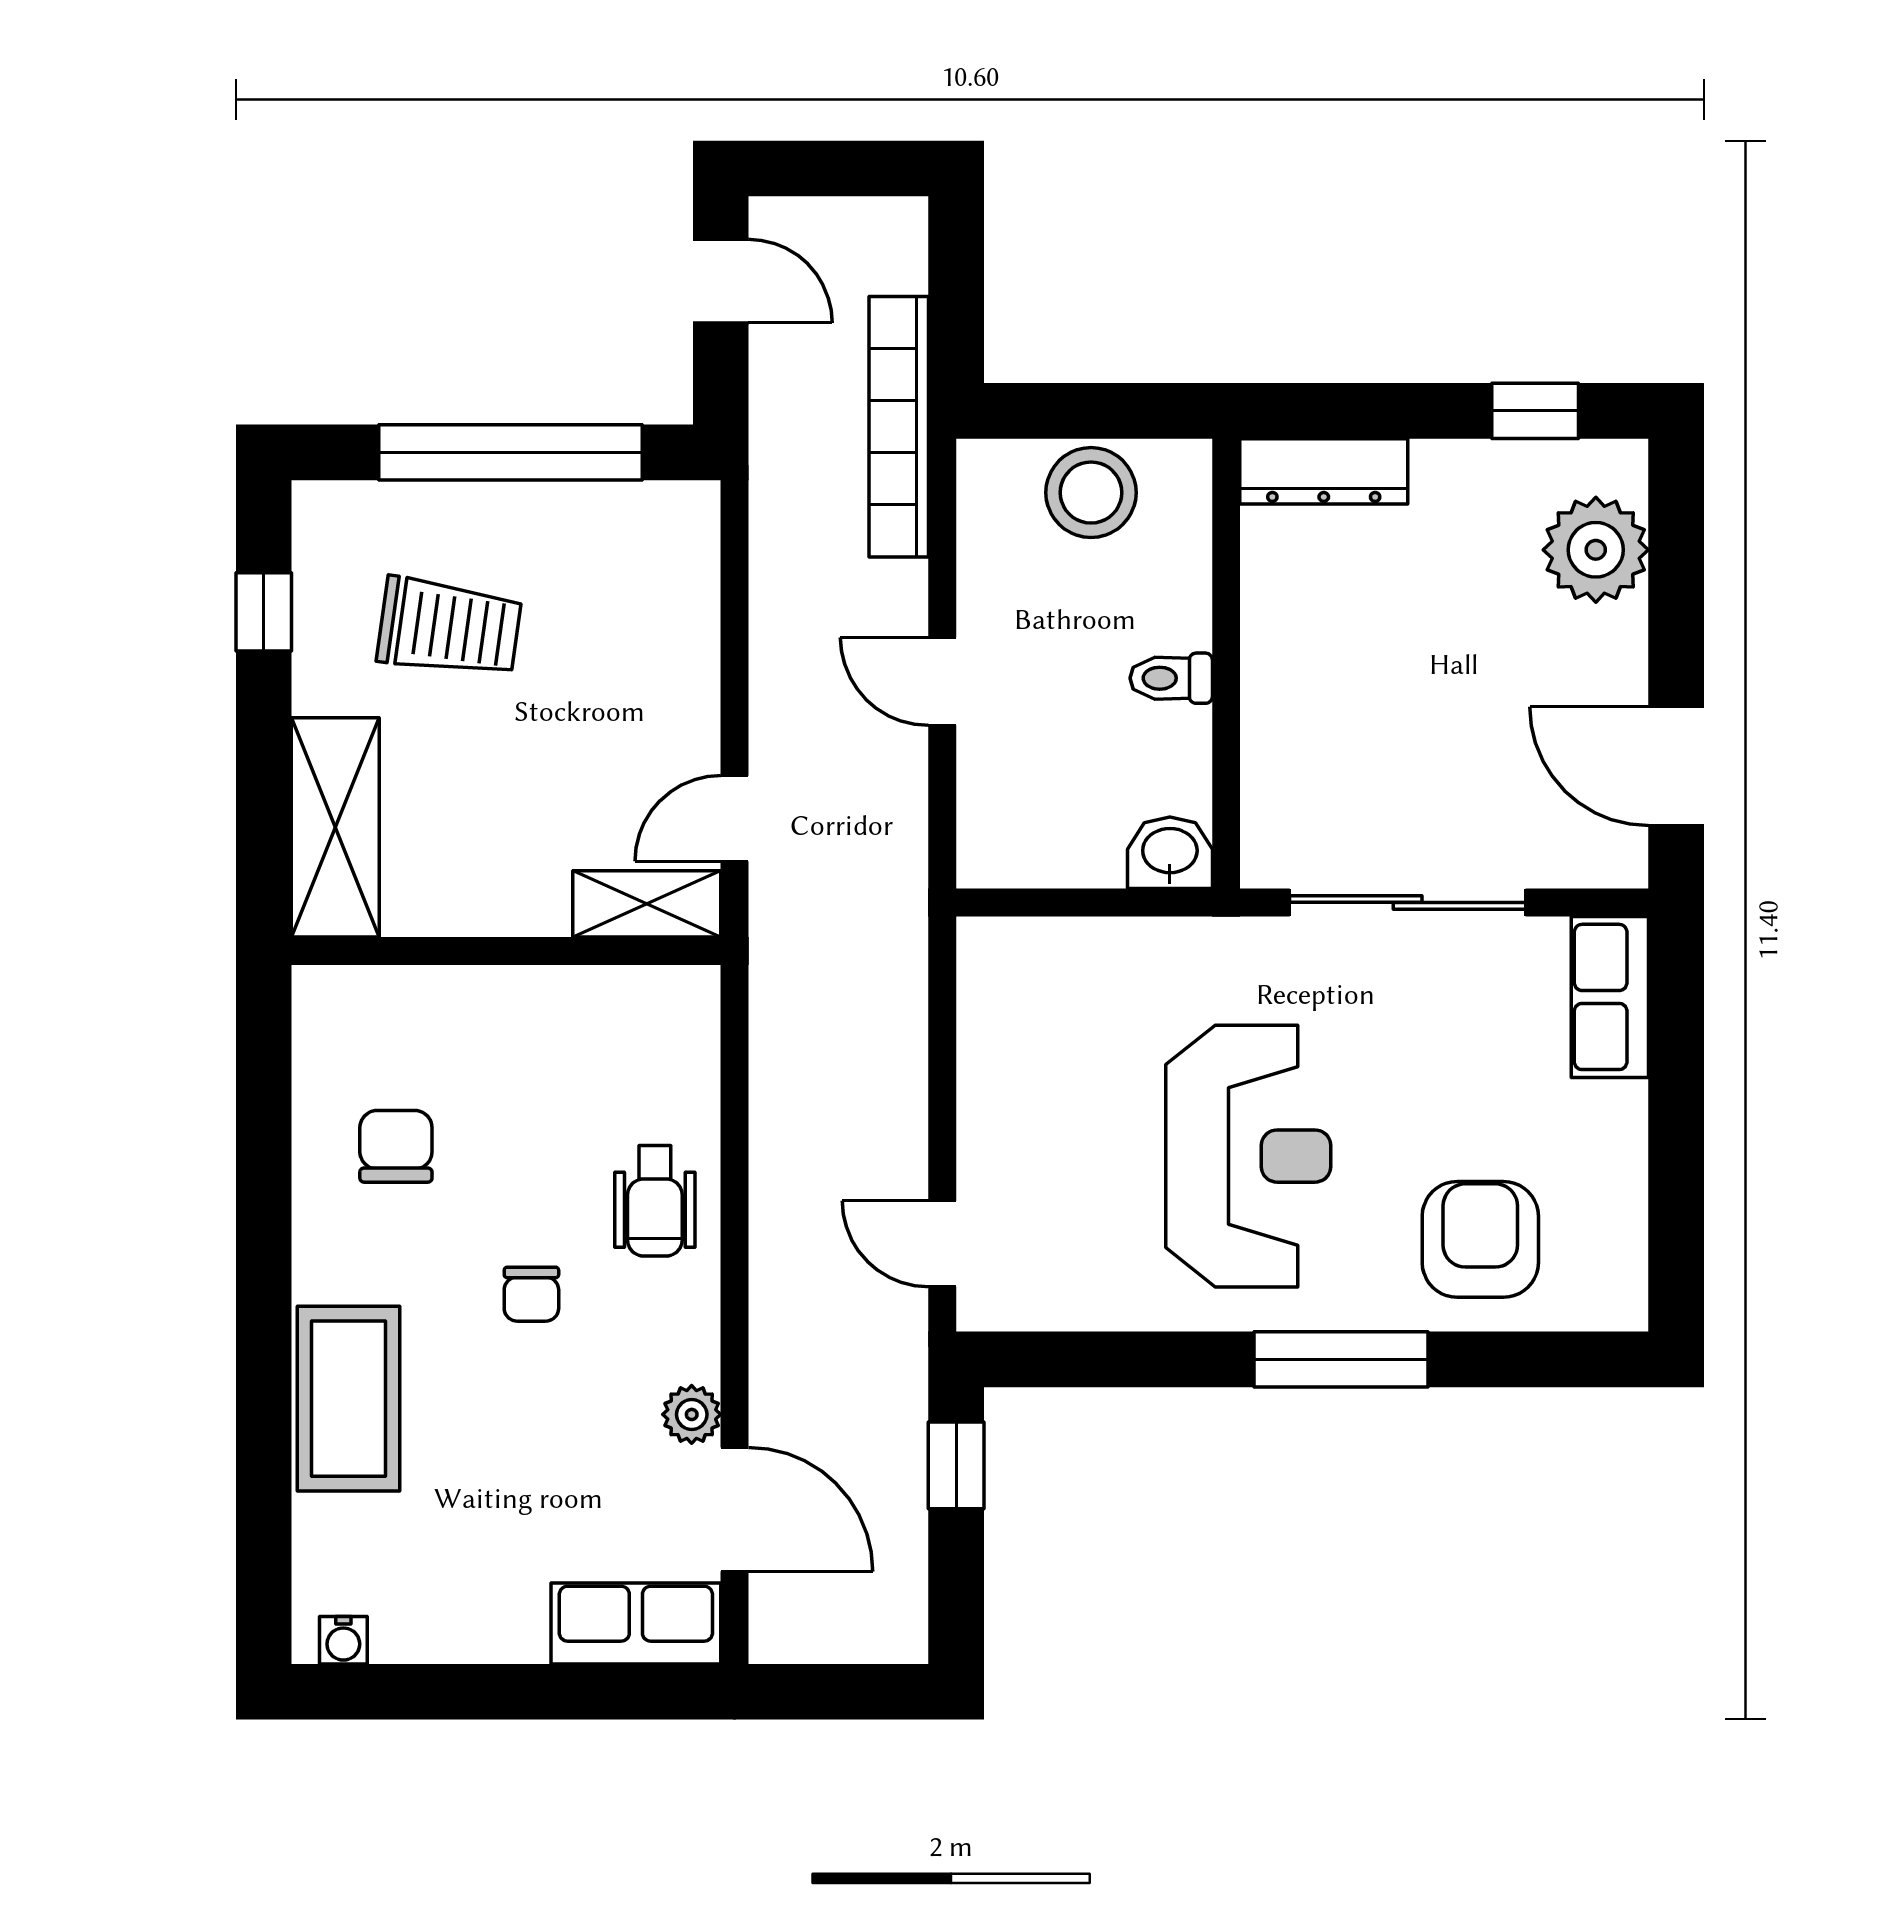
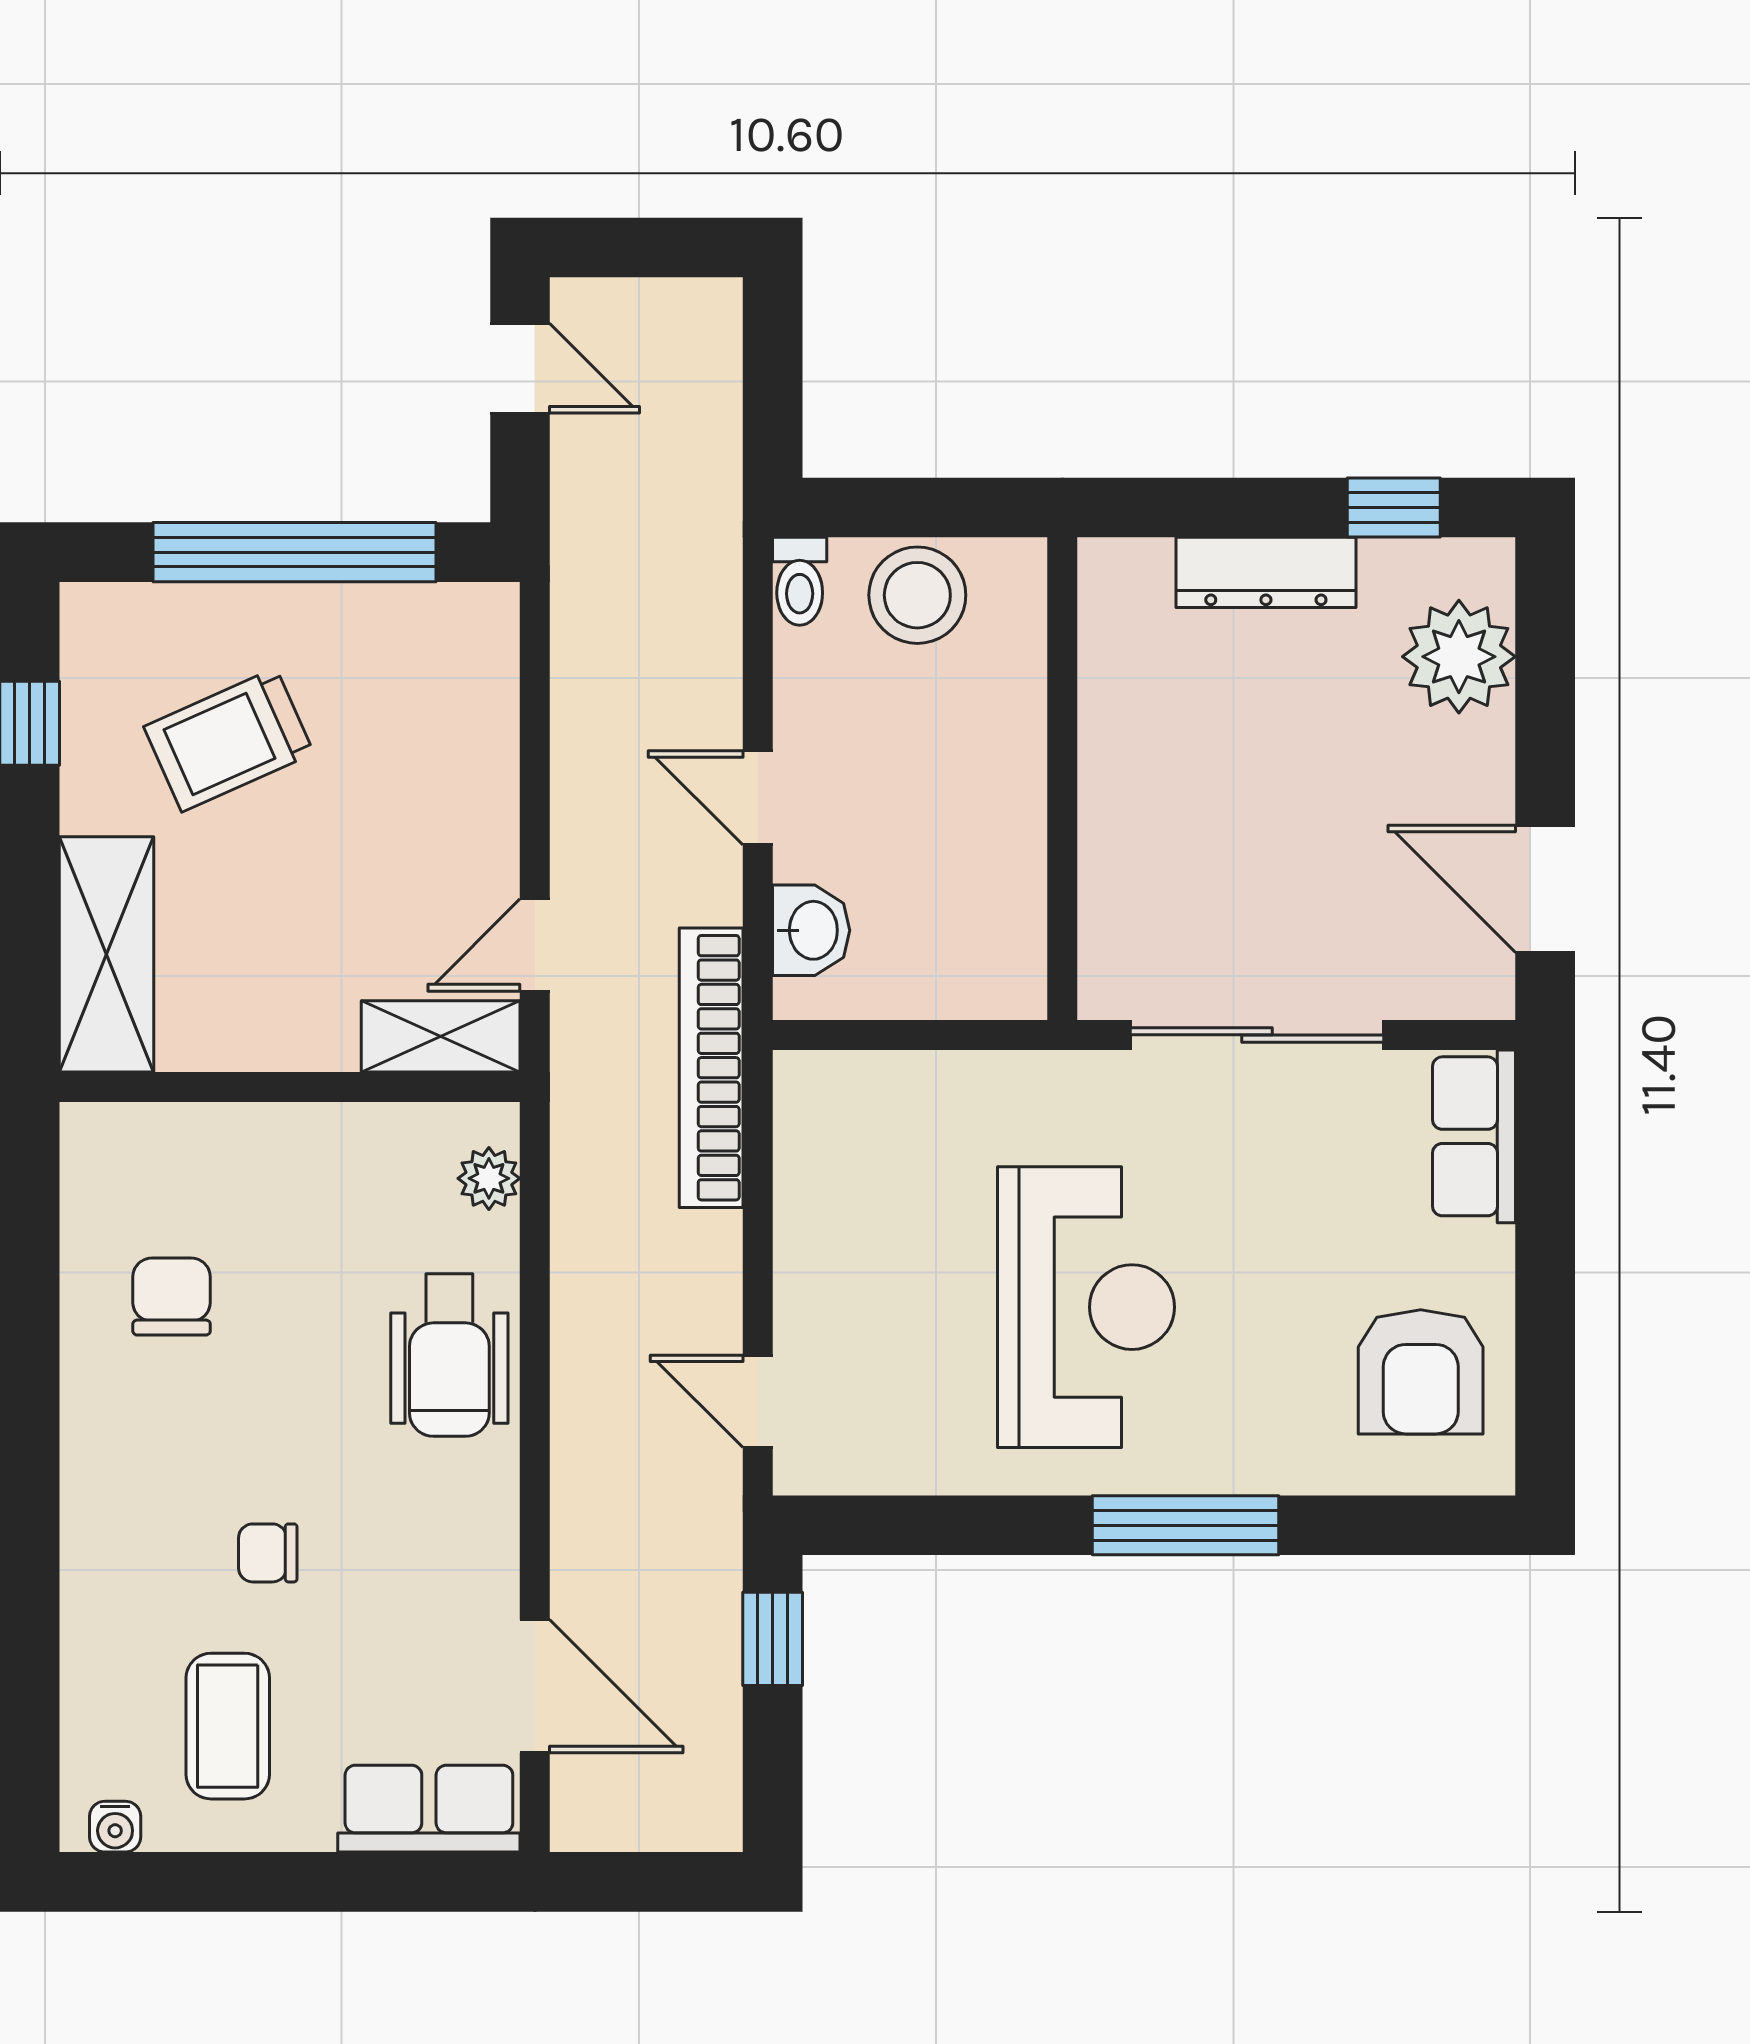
bookcase: (899, 427) -> (711, 1068), moved
dresser: (1324, 471) -> (1266, 572), moved
trolley: (449, 627) -> (229, 740), turned 148
toilet: (1171, 678) -> (800, 581), moved, turned -90
washbasin: (1170, 853) -> (811, 930), moved, turned 90
wheelchair: (655, 1201) -> (449, 1355), width x1.36, depth x1.37
armchair: (1480, 1239) -> (1421, 1372), moved, turned 180
chair: (531, 1294) -> (268, 1553), moved, turned 90
coffee table: (348, 1399) -> (228, 1726), moved, width x0.73, depth x0.76
plant: (692, 1414) -> (489, 1178), moved

